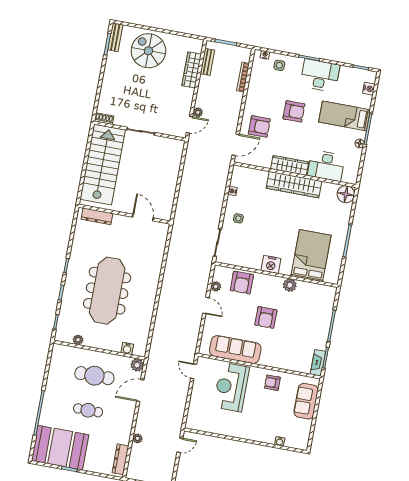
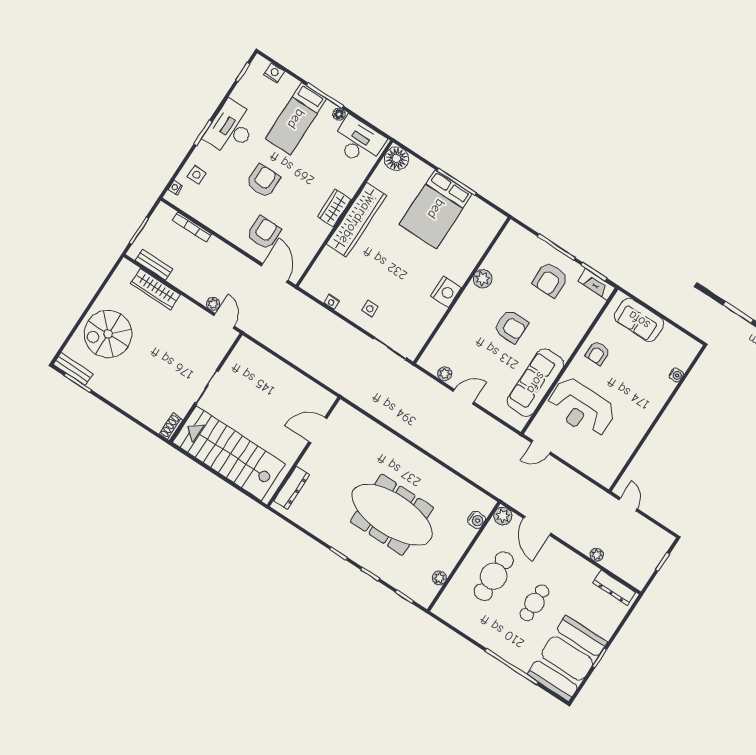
wardrobe: (290, 165) -> (334, 208), width x0.67
desk: (326, 166) -> (358, 141), moved, turned -90
bed: (311, 256) -> (436, 209), moved, turned -90
armchair: (242, 283) -> (550, 280), moved, turned 90

